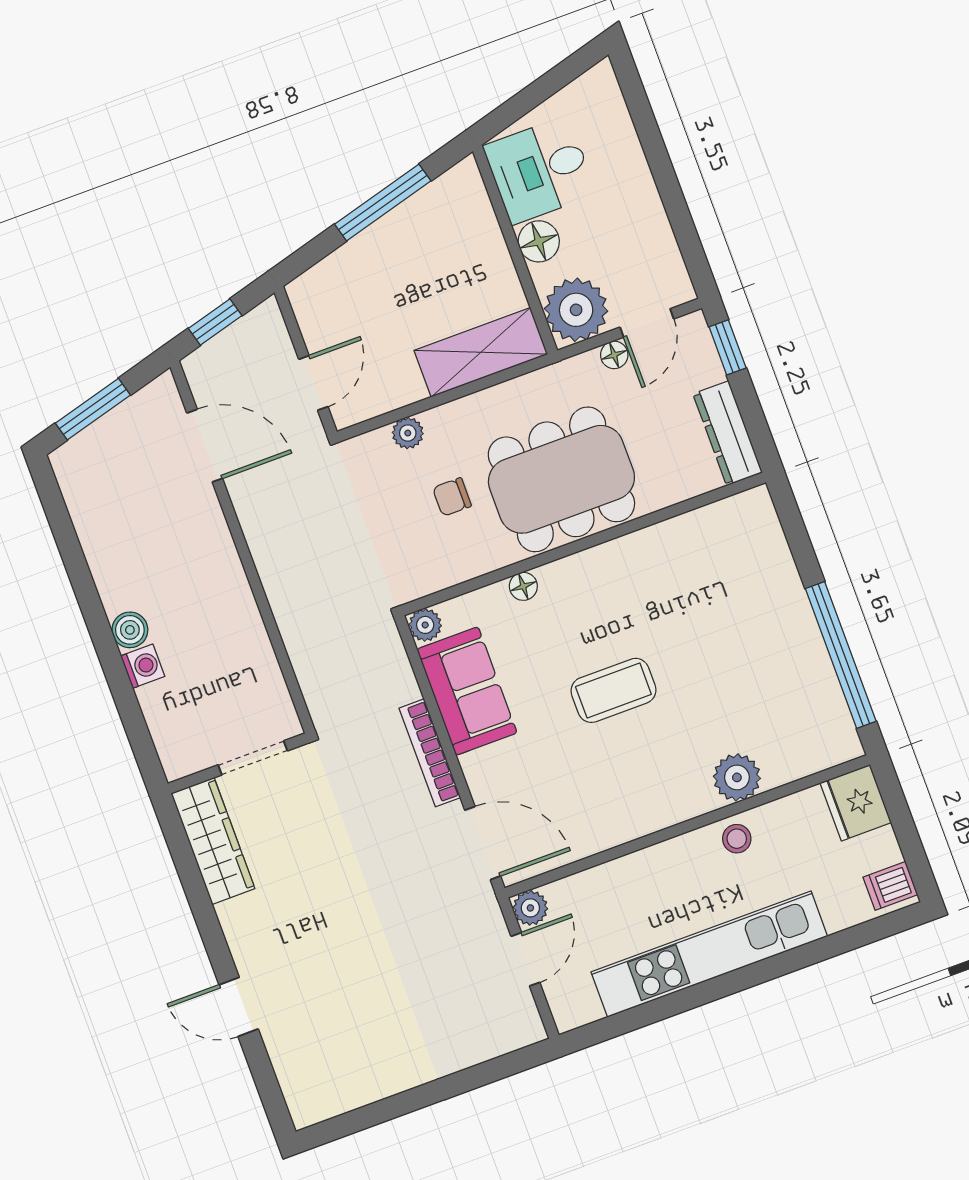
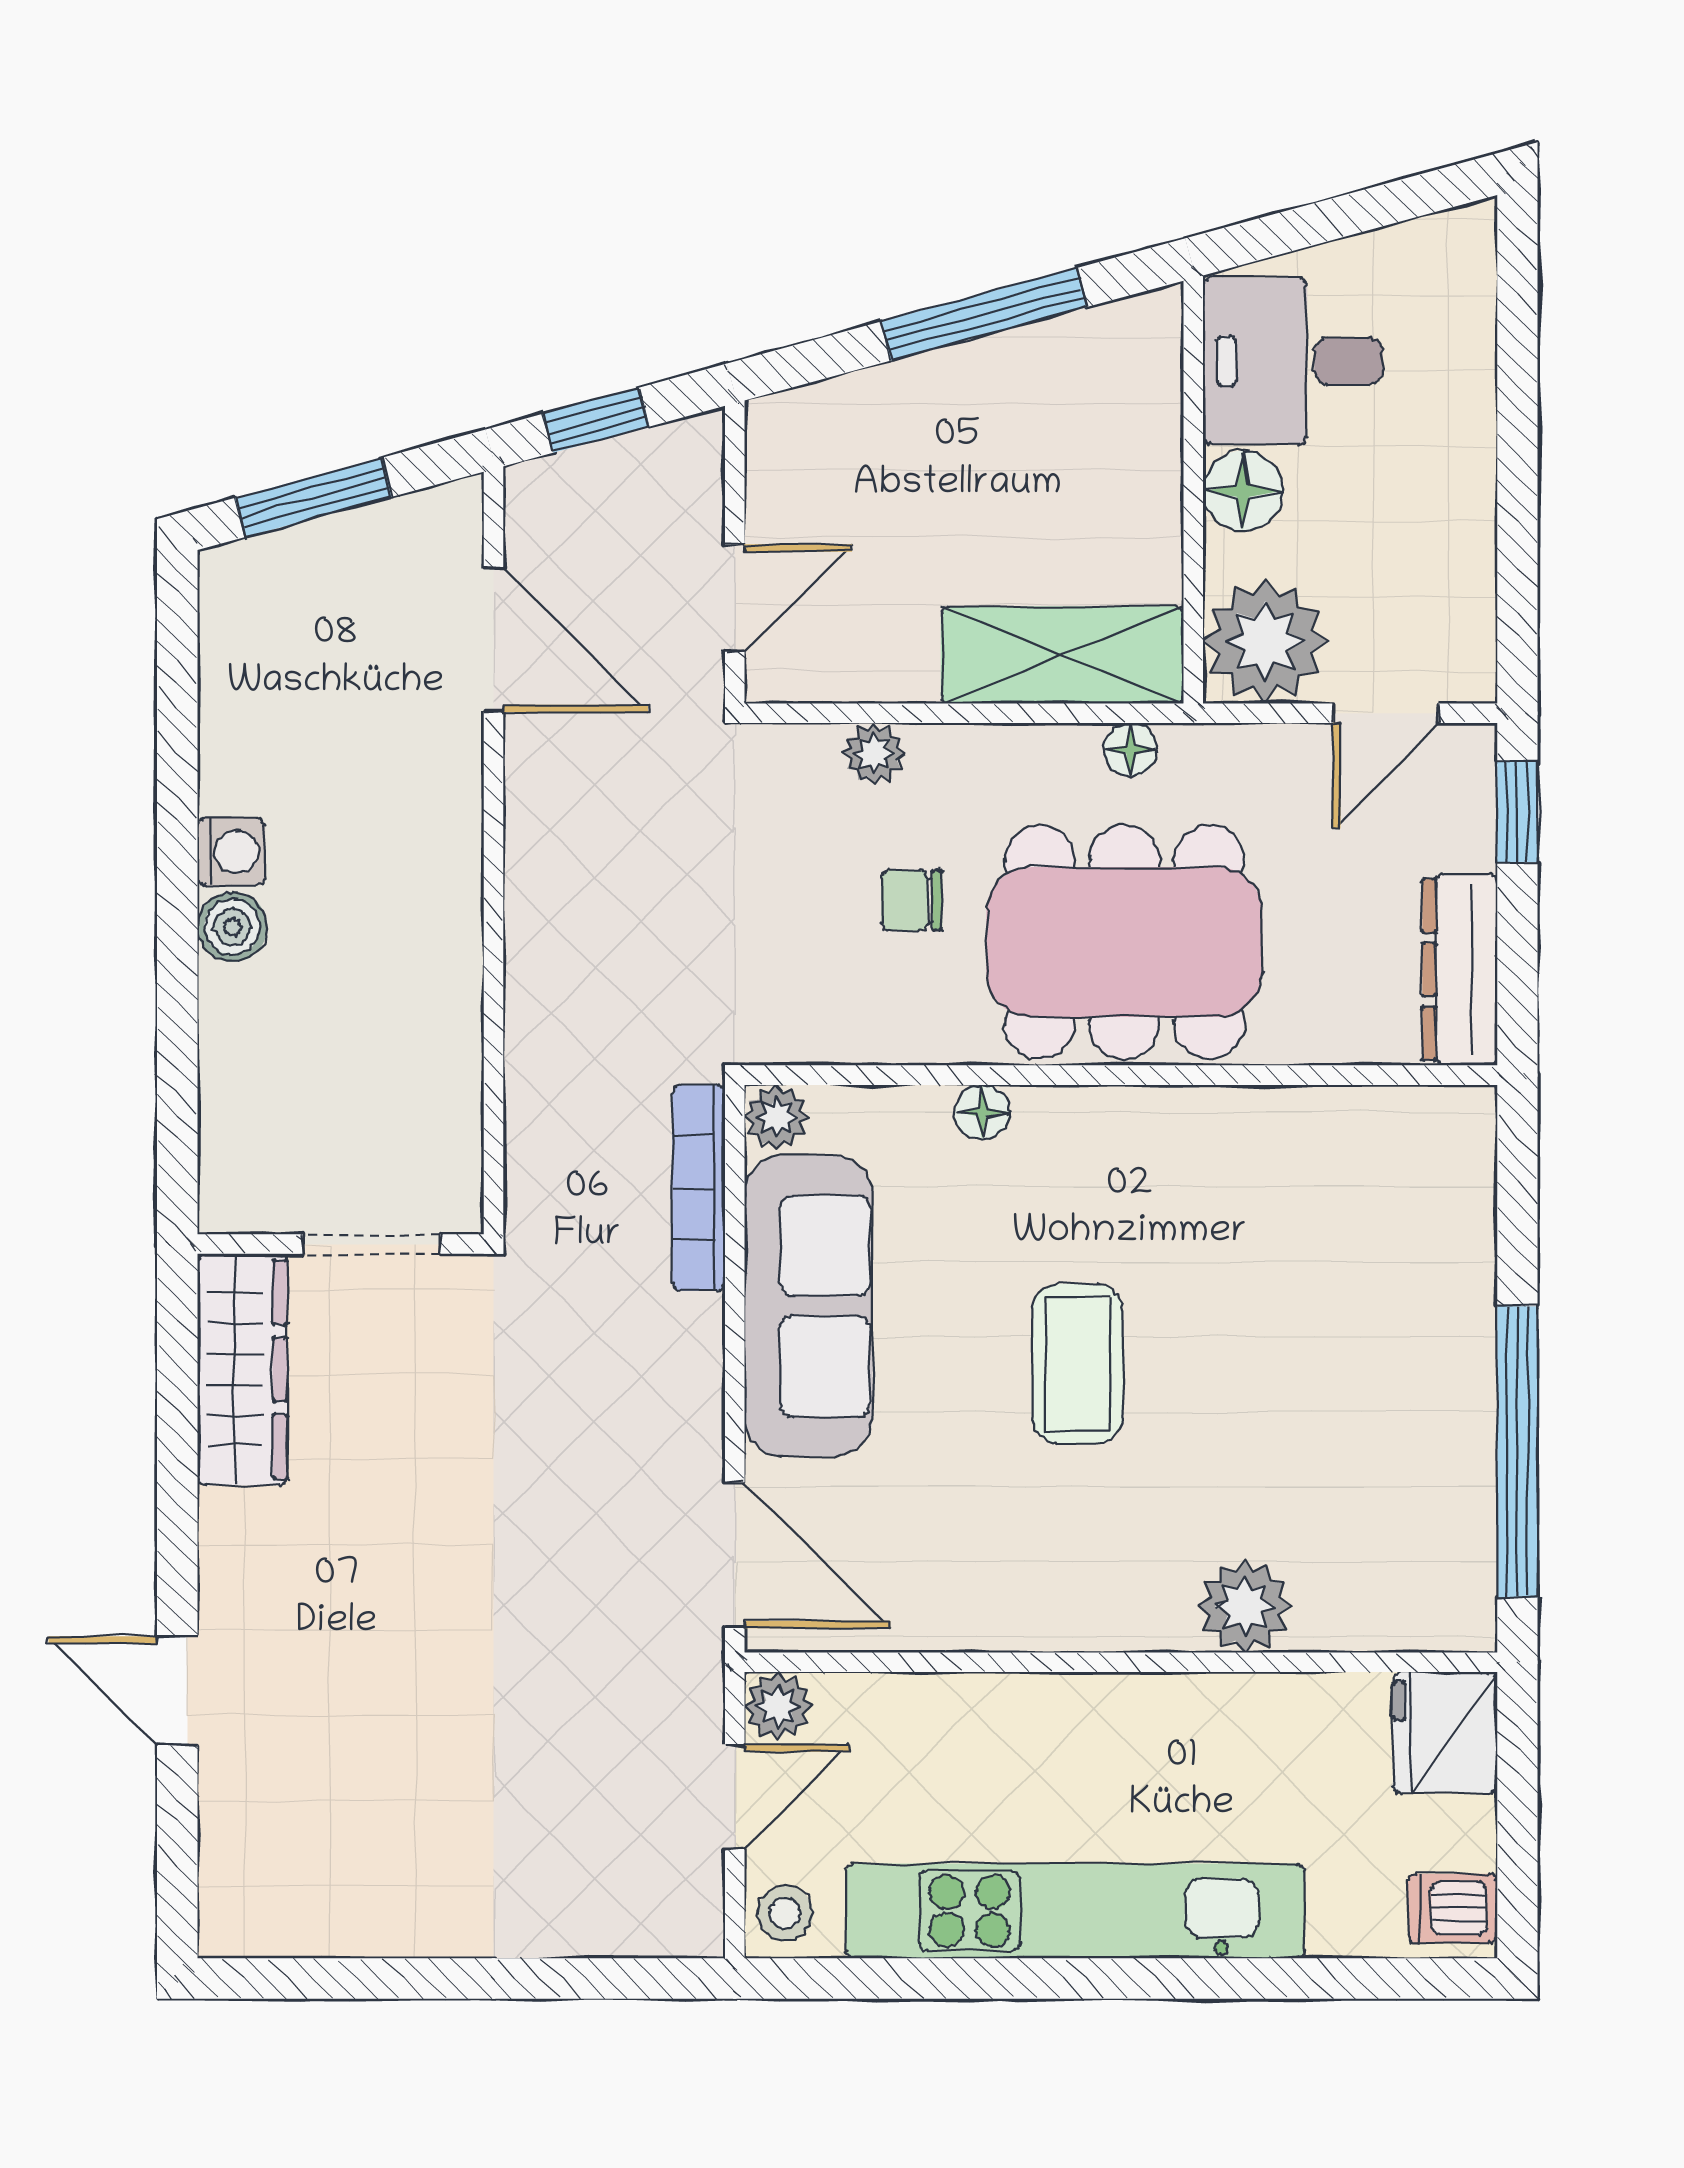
floor lamp: (614, 355) -> (1130, 750), moved
washing machine: (143, 666) -> (231, 852), moved
coffee table: (613, 690) -> (1077, 1364), turned 90
sofa: (467, 691) -> (808, 1306), width x1.36
bookcase: (430, 753) -> (699, 1188), moved
stool: (737, 839) -> (785, 1913), moved

